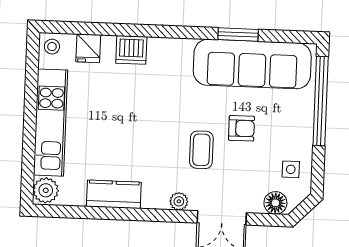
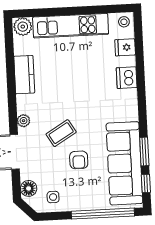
window: (283, 36) -> (146, 183), added
coffee table: (201, 150) -> (61, 133), turned -31

